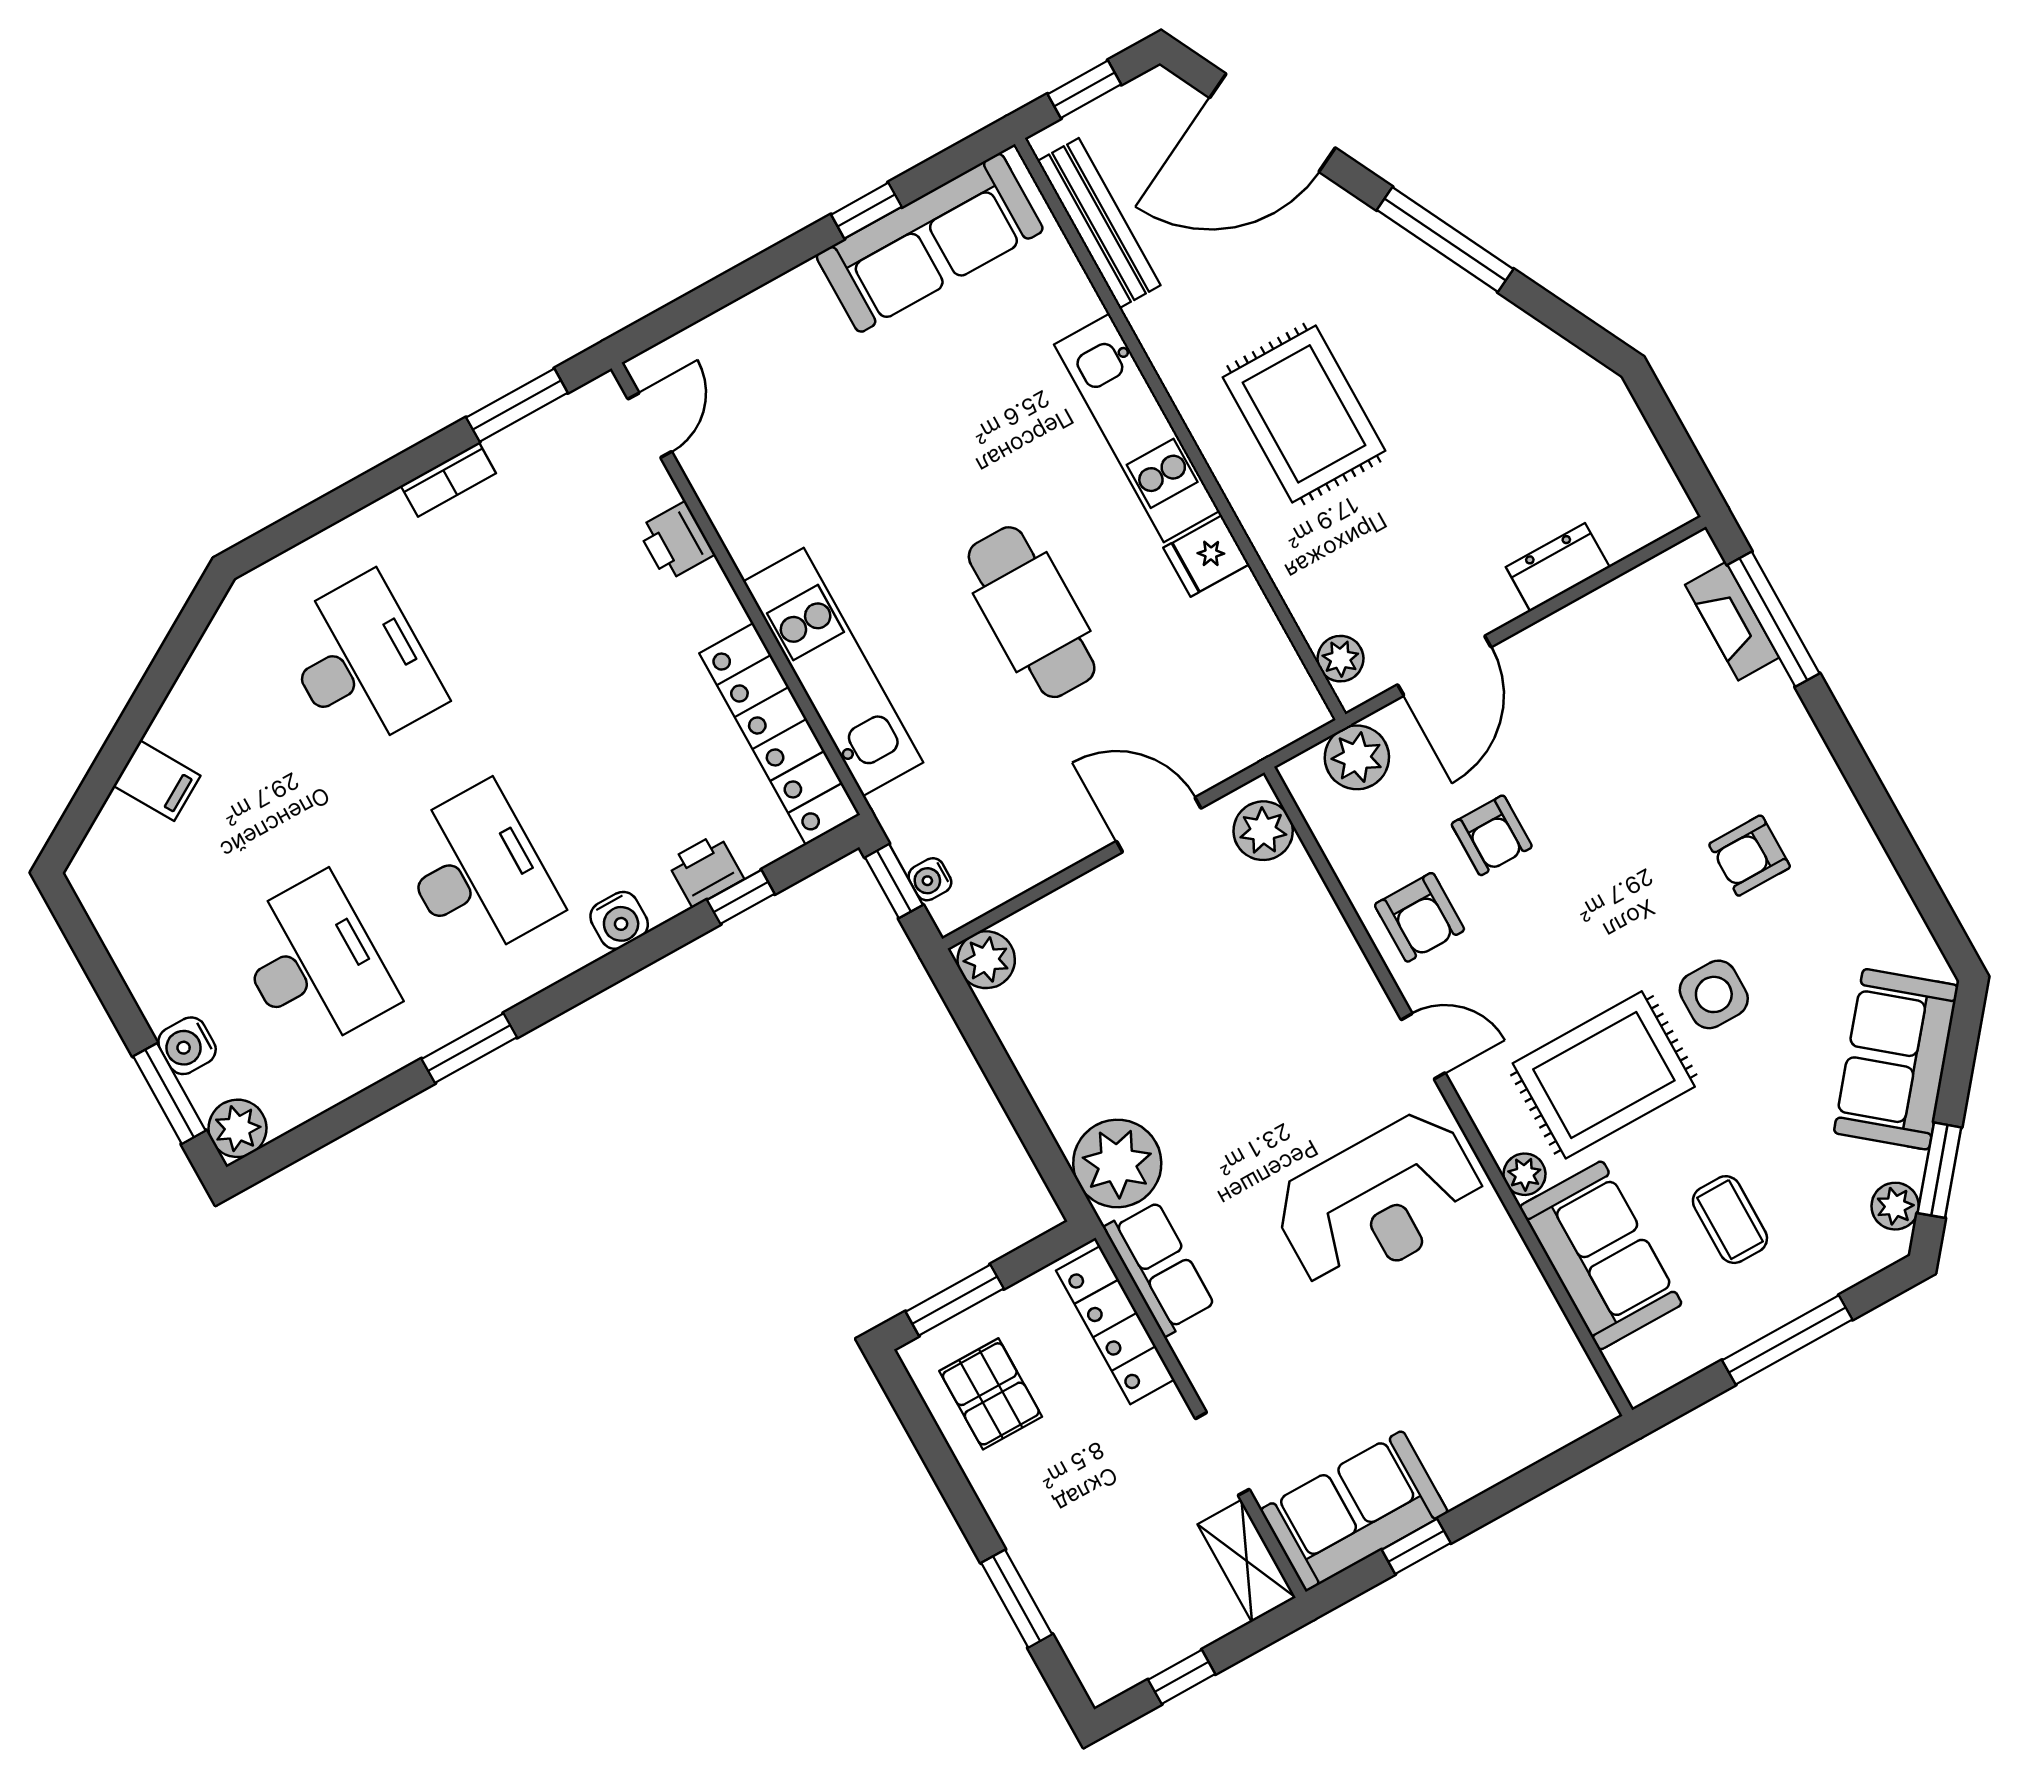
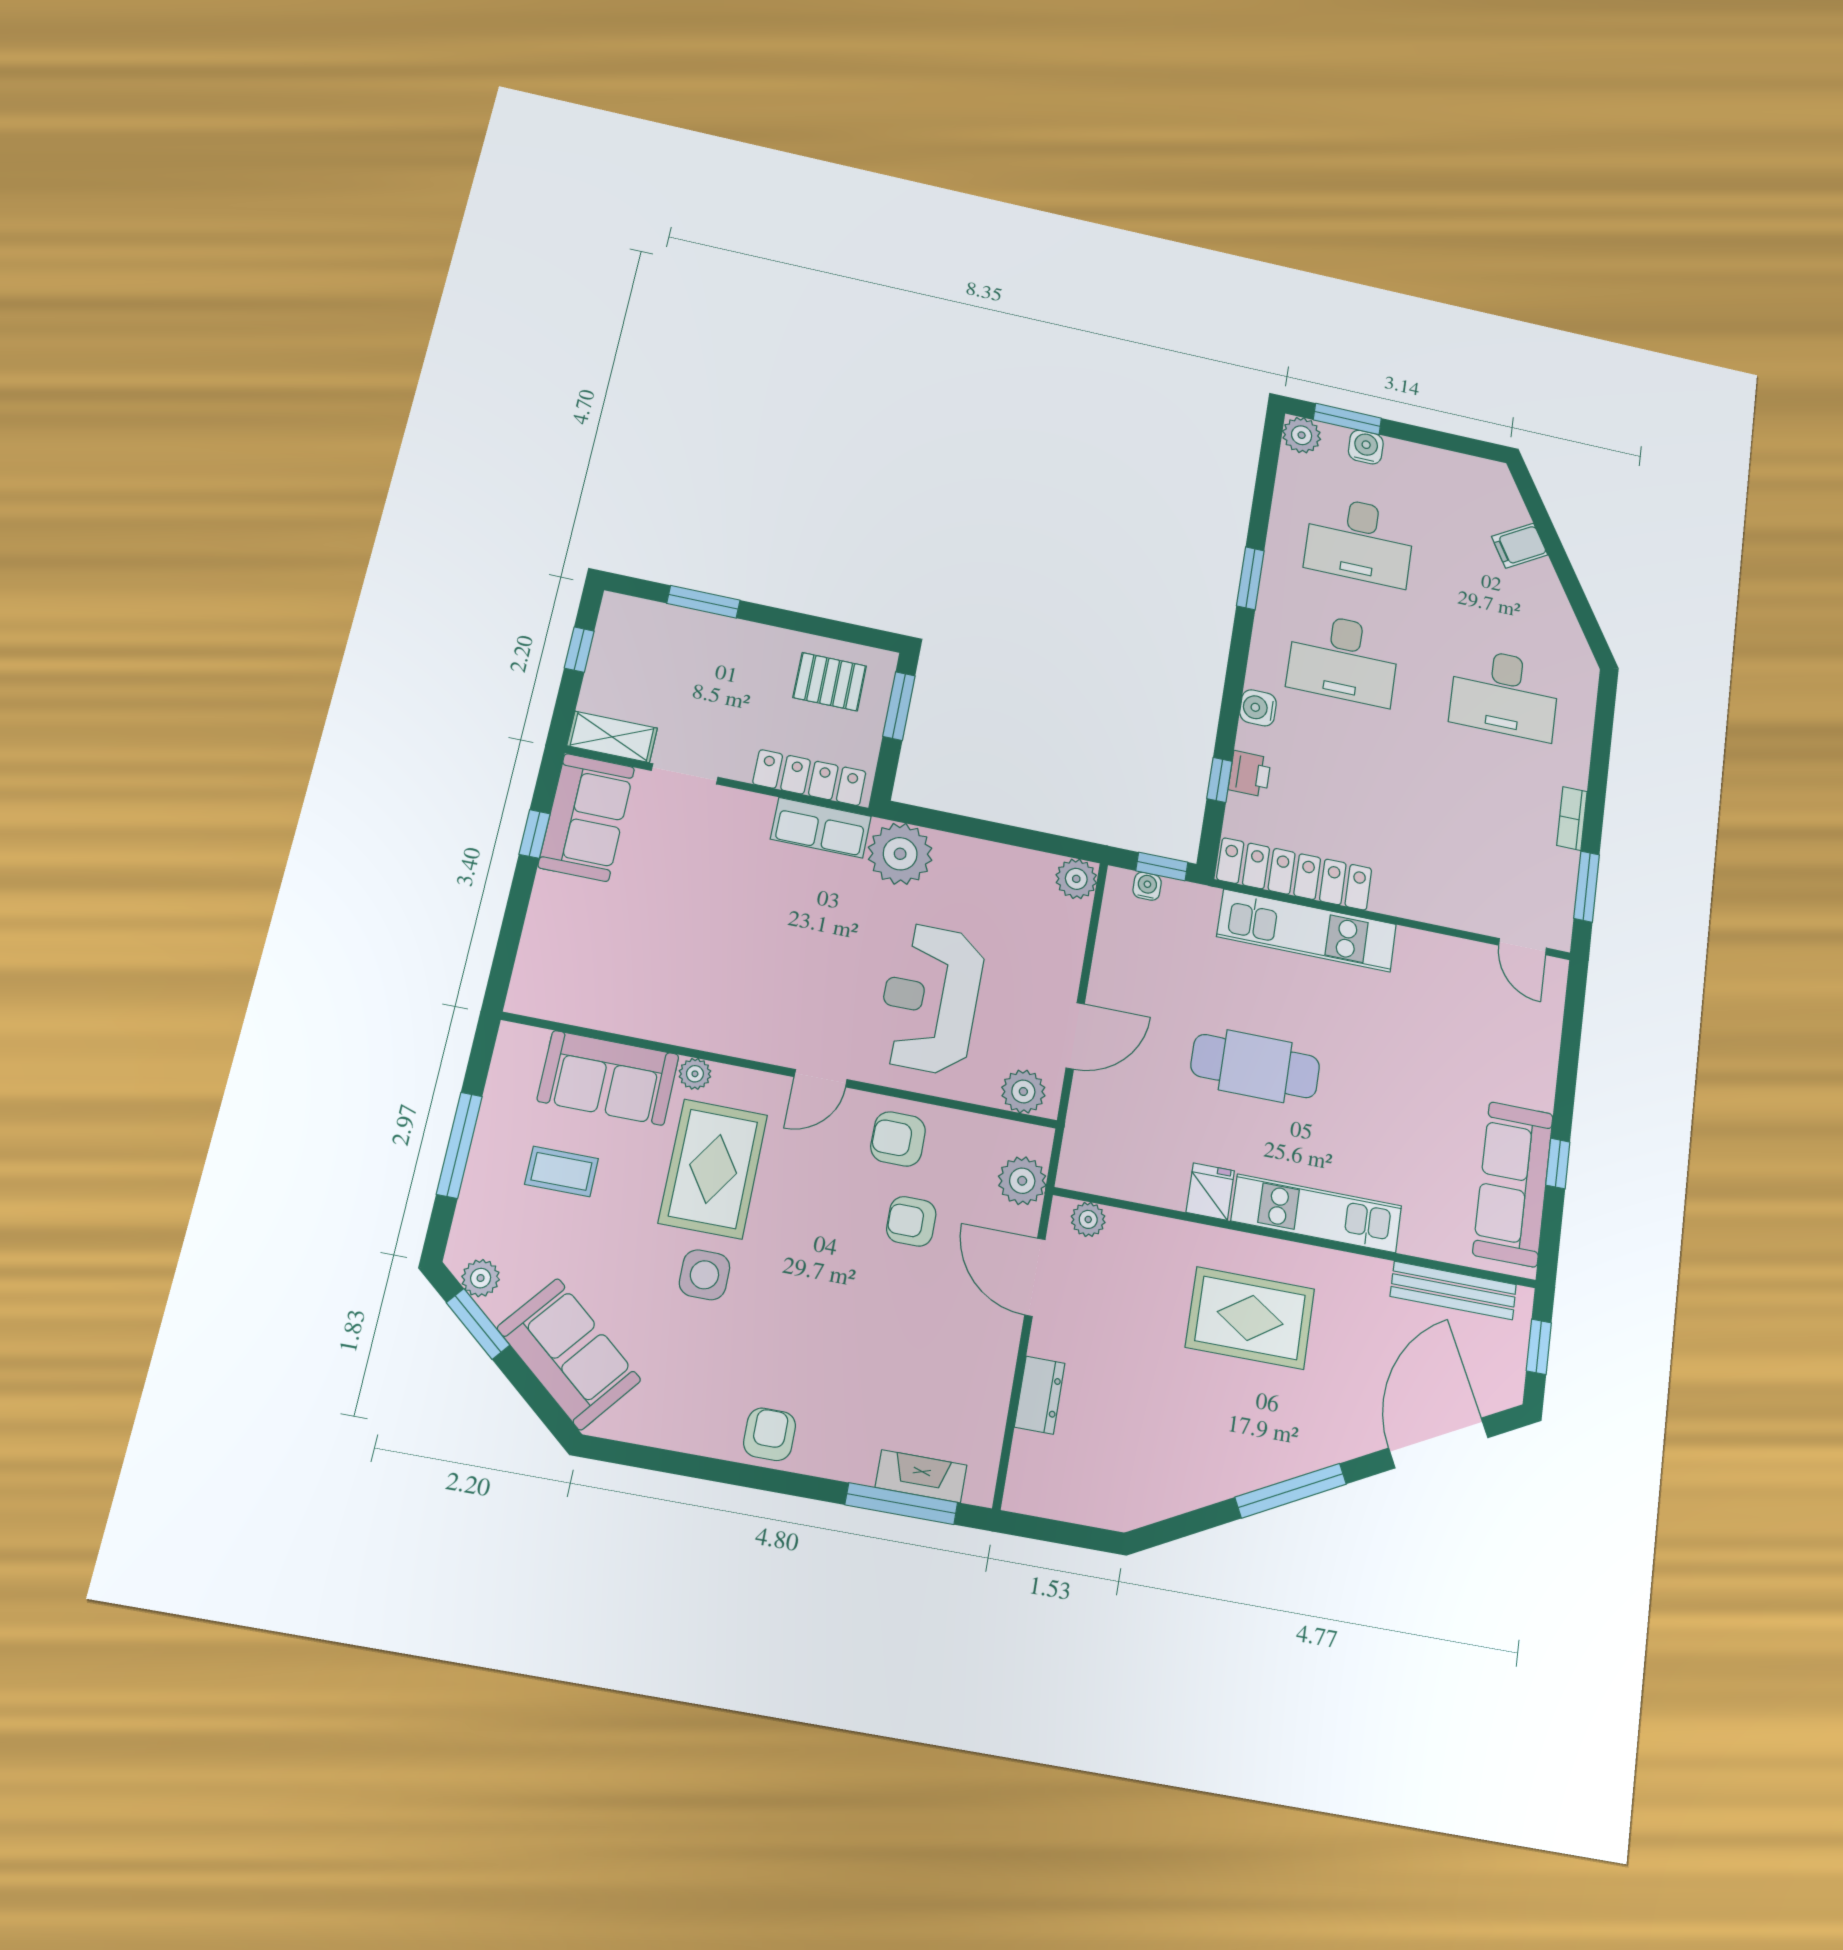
printer: (676, 541) -> (1446, 908), removed
armchair: (1750, 856) -> (770, 1434), moved
reception desk: (1379, 1202) -> (930, 999), moved

